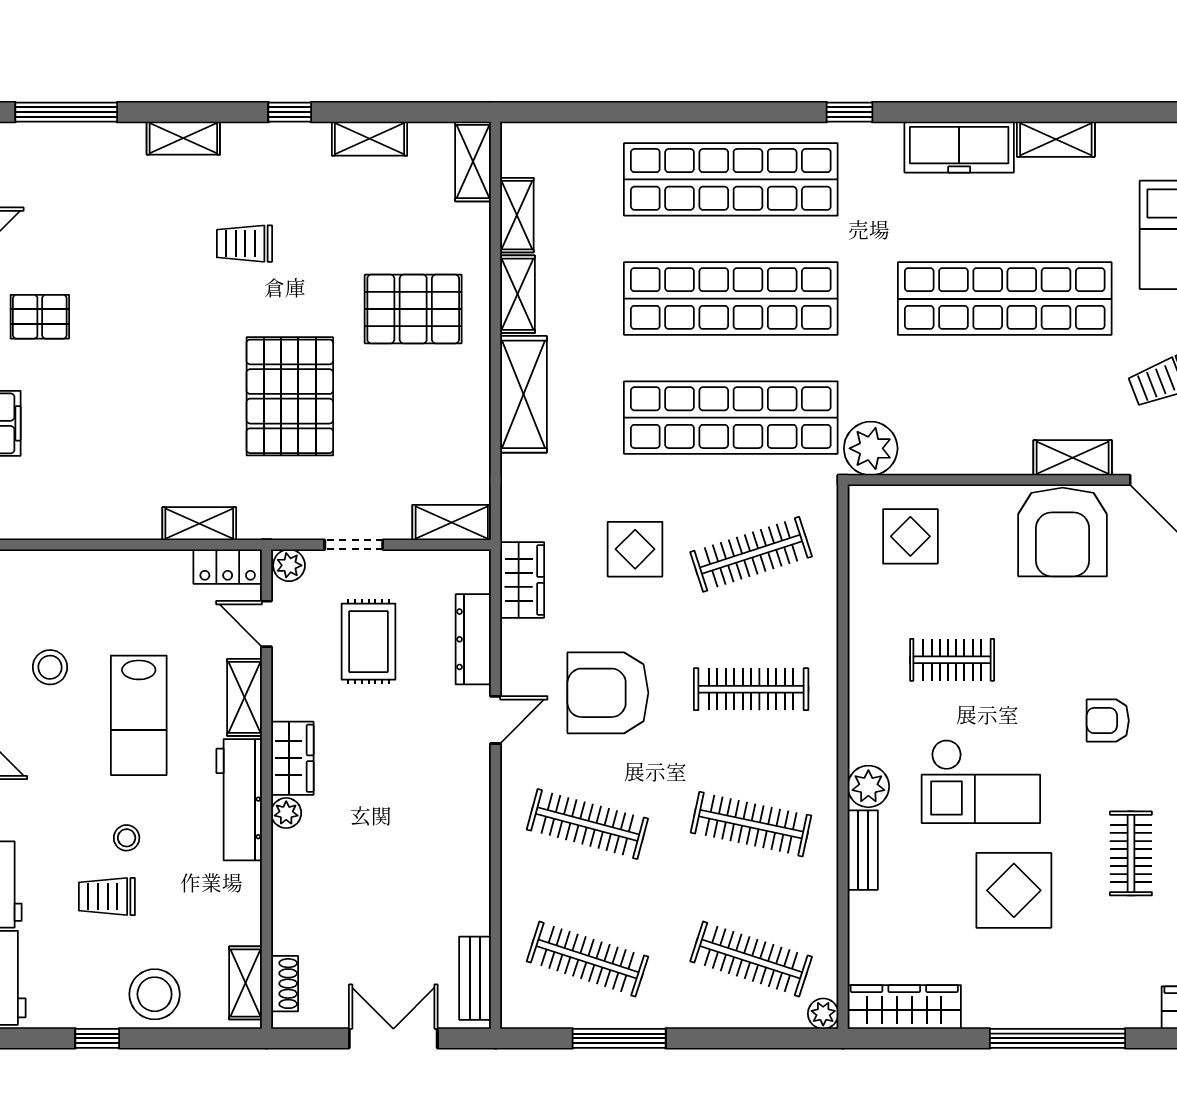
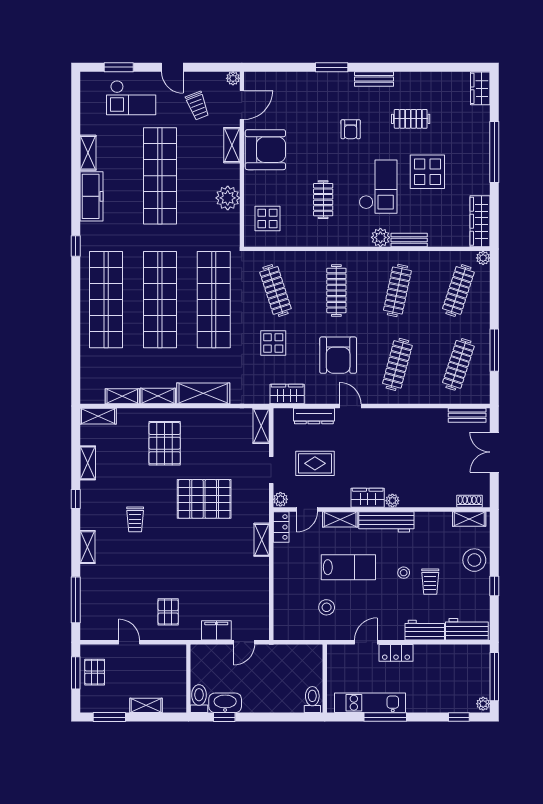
plant: (871, 448) -> (228, 198), moved

